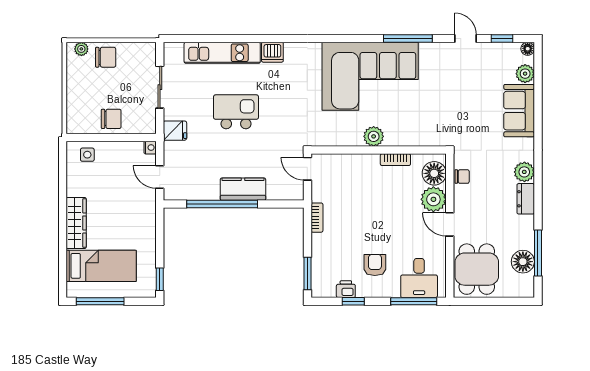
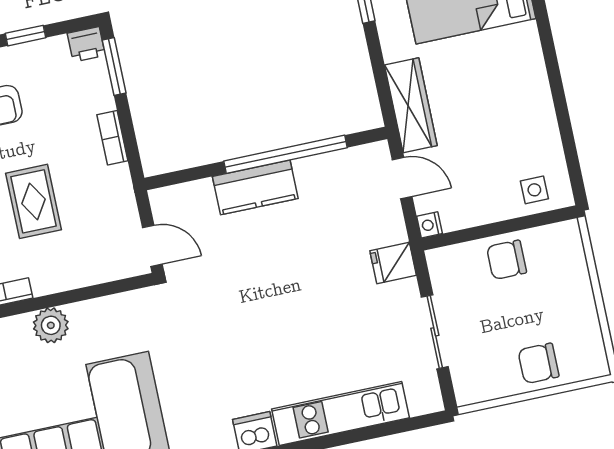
plant: (81, 49) -> (583, 369), removed
kitchen island: (236, 112) -> (295, 317), removed
rug: (369, 208) -> (34, 201), added
bookcase: (317, 218) -> (112, 138), moved
wardrobe: (76, 223) -> (411, 105), moved, turned 180
printer: (346, 289) -> (86, 44), moved

